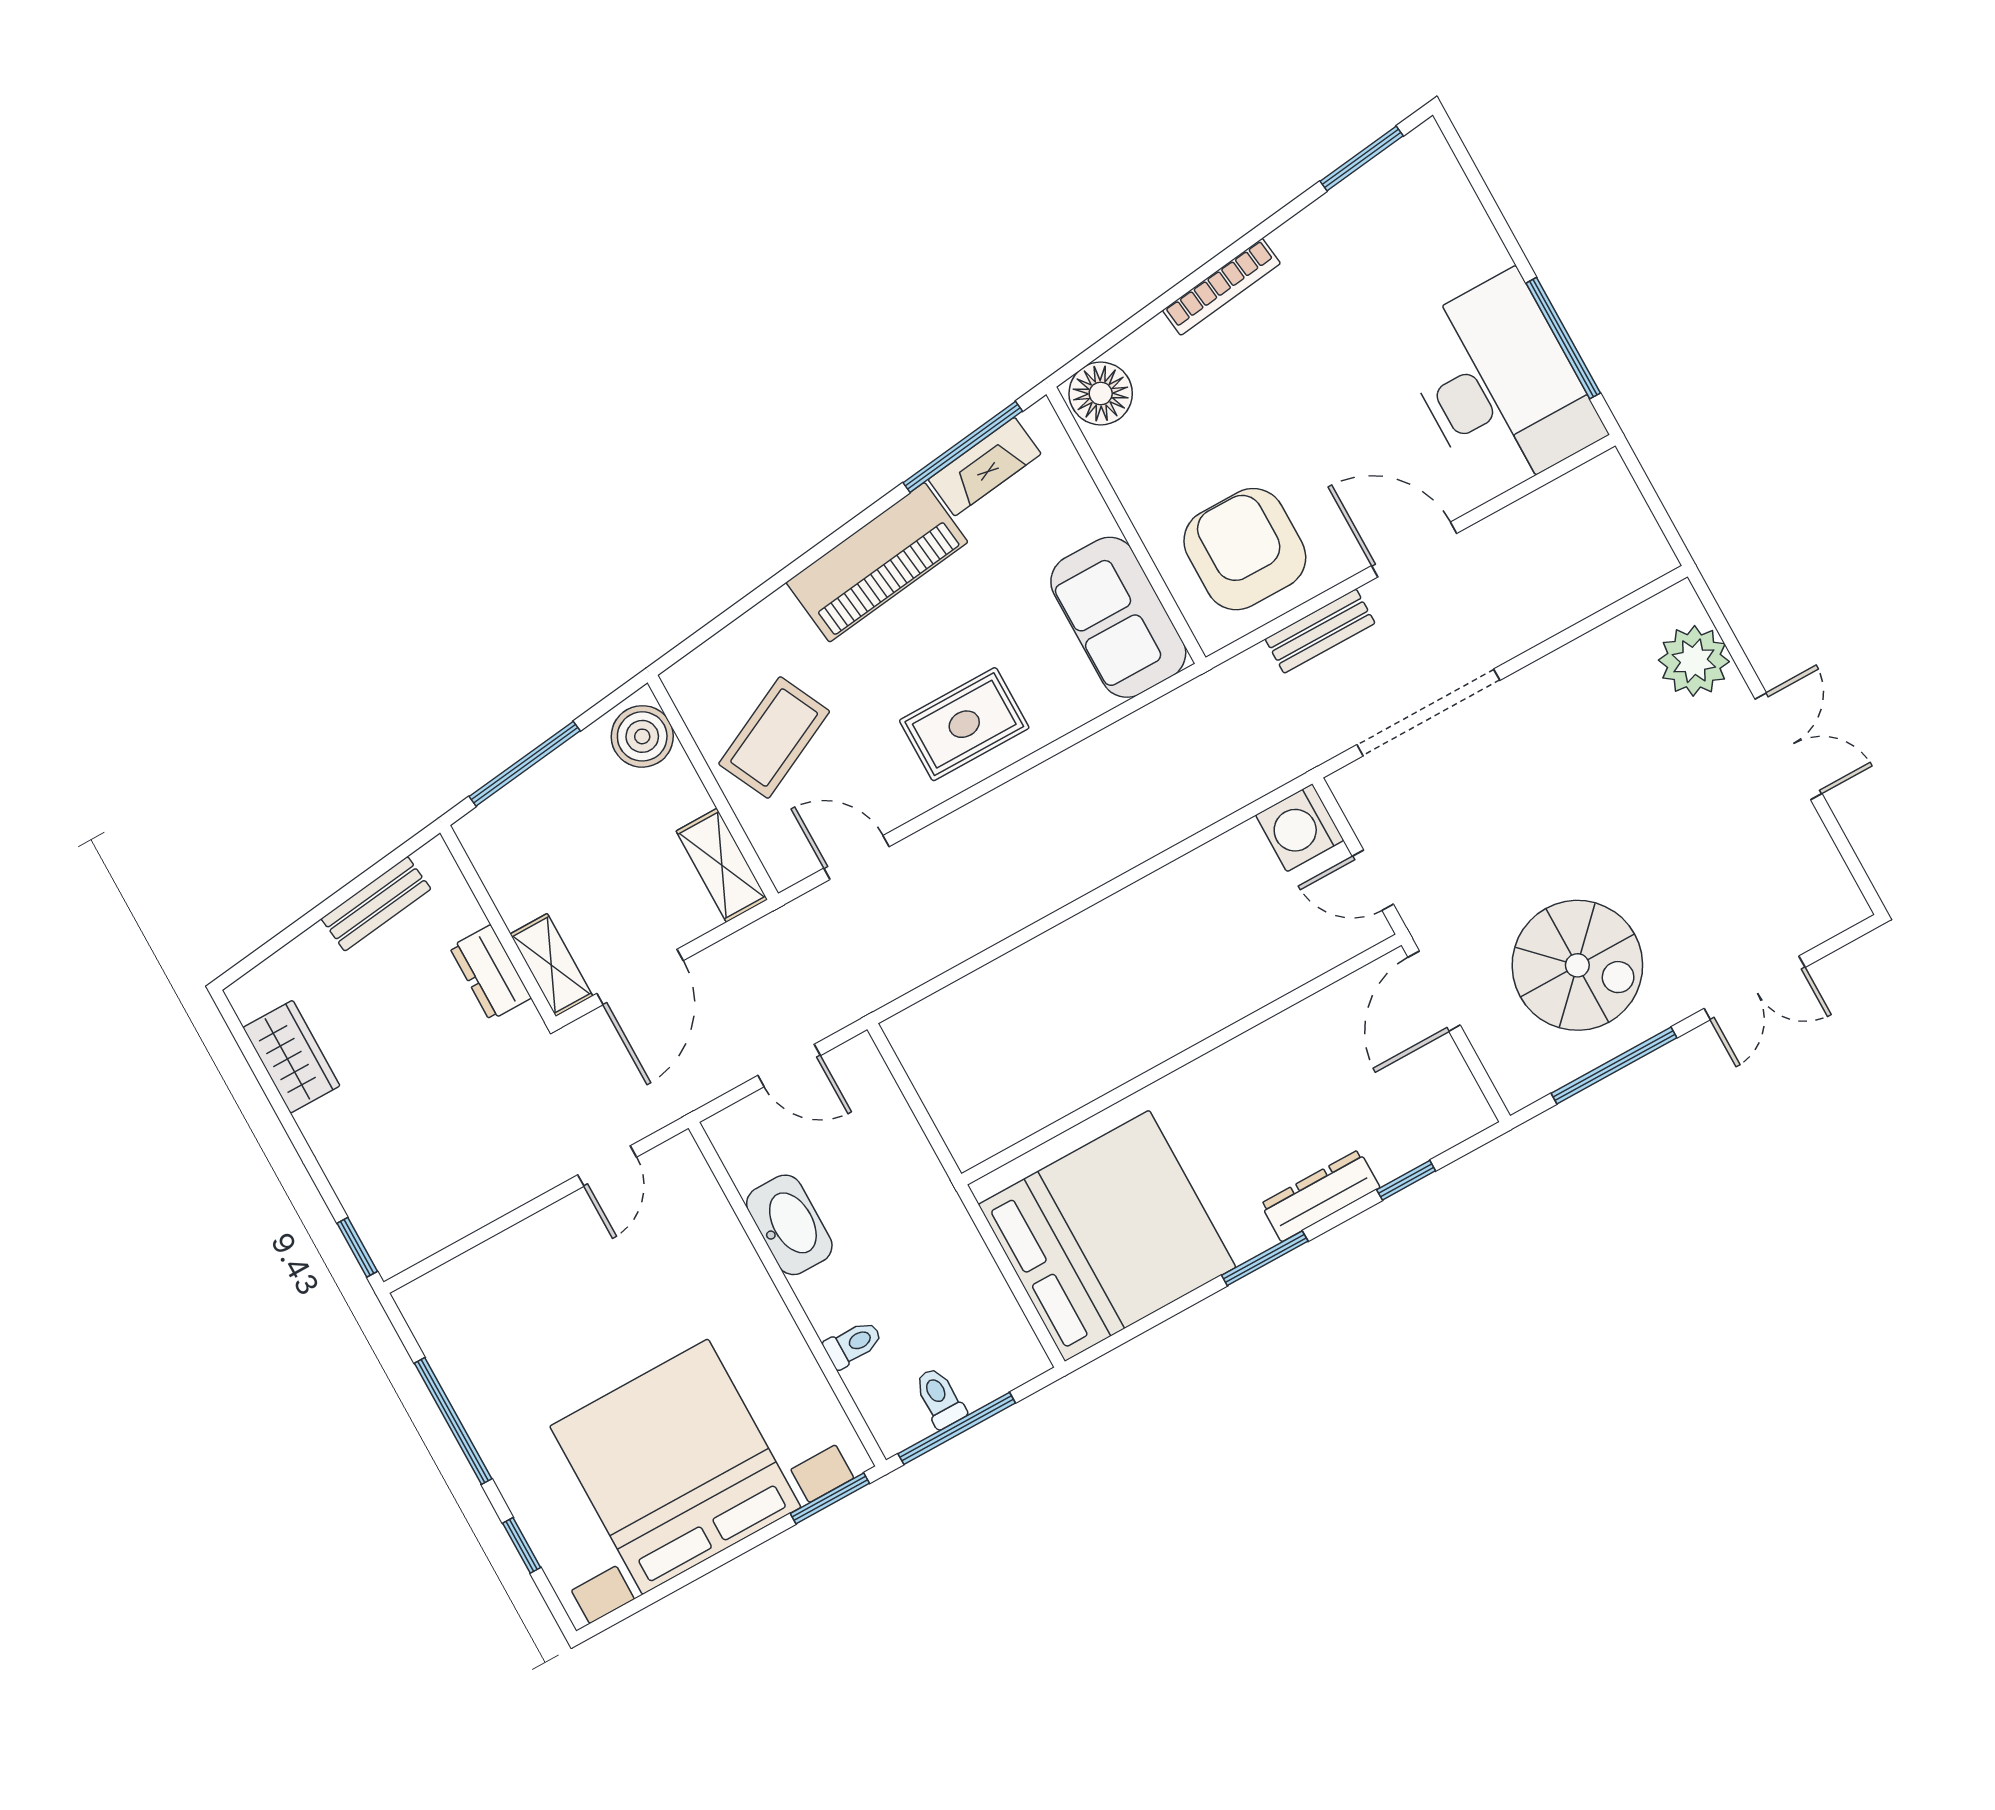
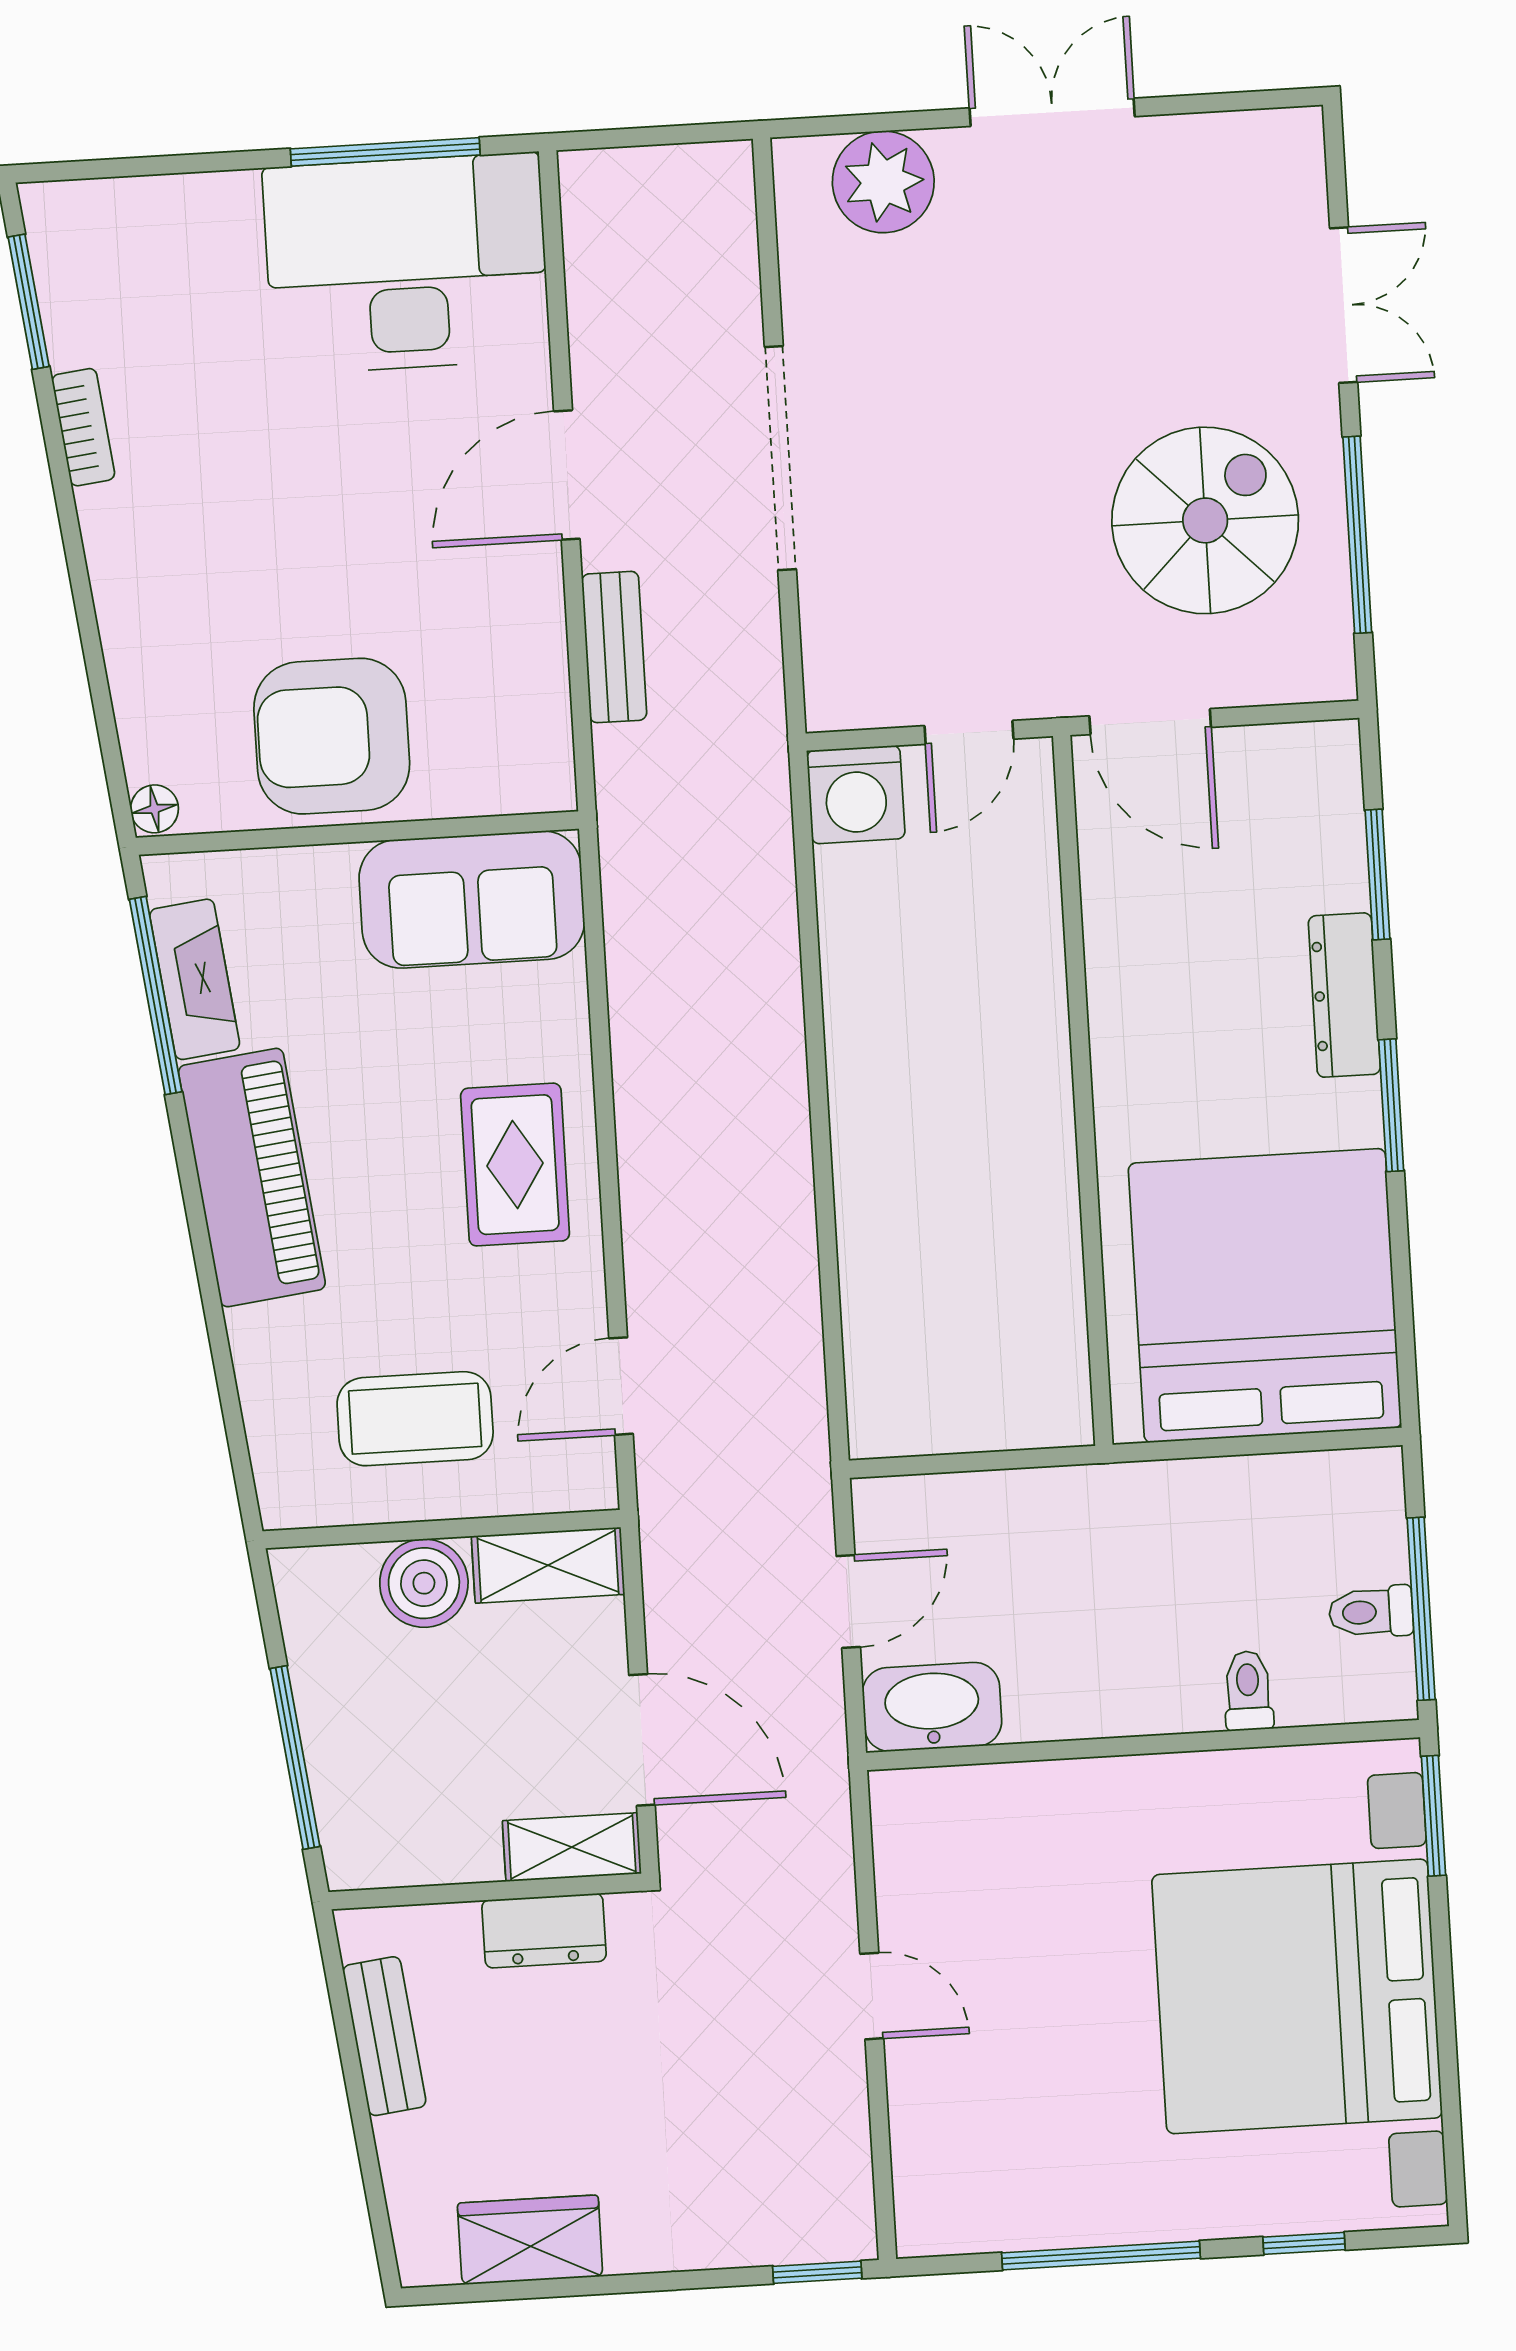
bookcase: (1221, 287) -> (83, 427), moved, width x0.64
floor lamp: (1101, 393) -> (154, 809), width x0.53, depth x0.53
armchair: (1245, 549) -> (332, 736), moved
doorway: (1428, 713) -> (780, 458), moved
boiler: (642, 736) -> (424, 1583), moved
coffee table: (774, 738) -> (415, 1419), turned -64
door: (607, 1166) -> (872, 1996), moved
window: (1406, 1180) -> (1377, 875), width x1.50
washbasin: (789, 1225) -> (932, 1707), moved

